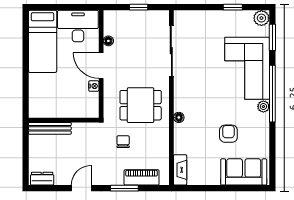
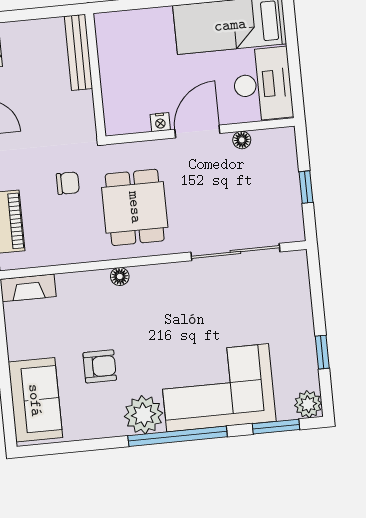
plant: (263, 107) -> (144, 415), width x1.88, depth x1.88

